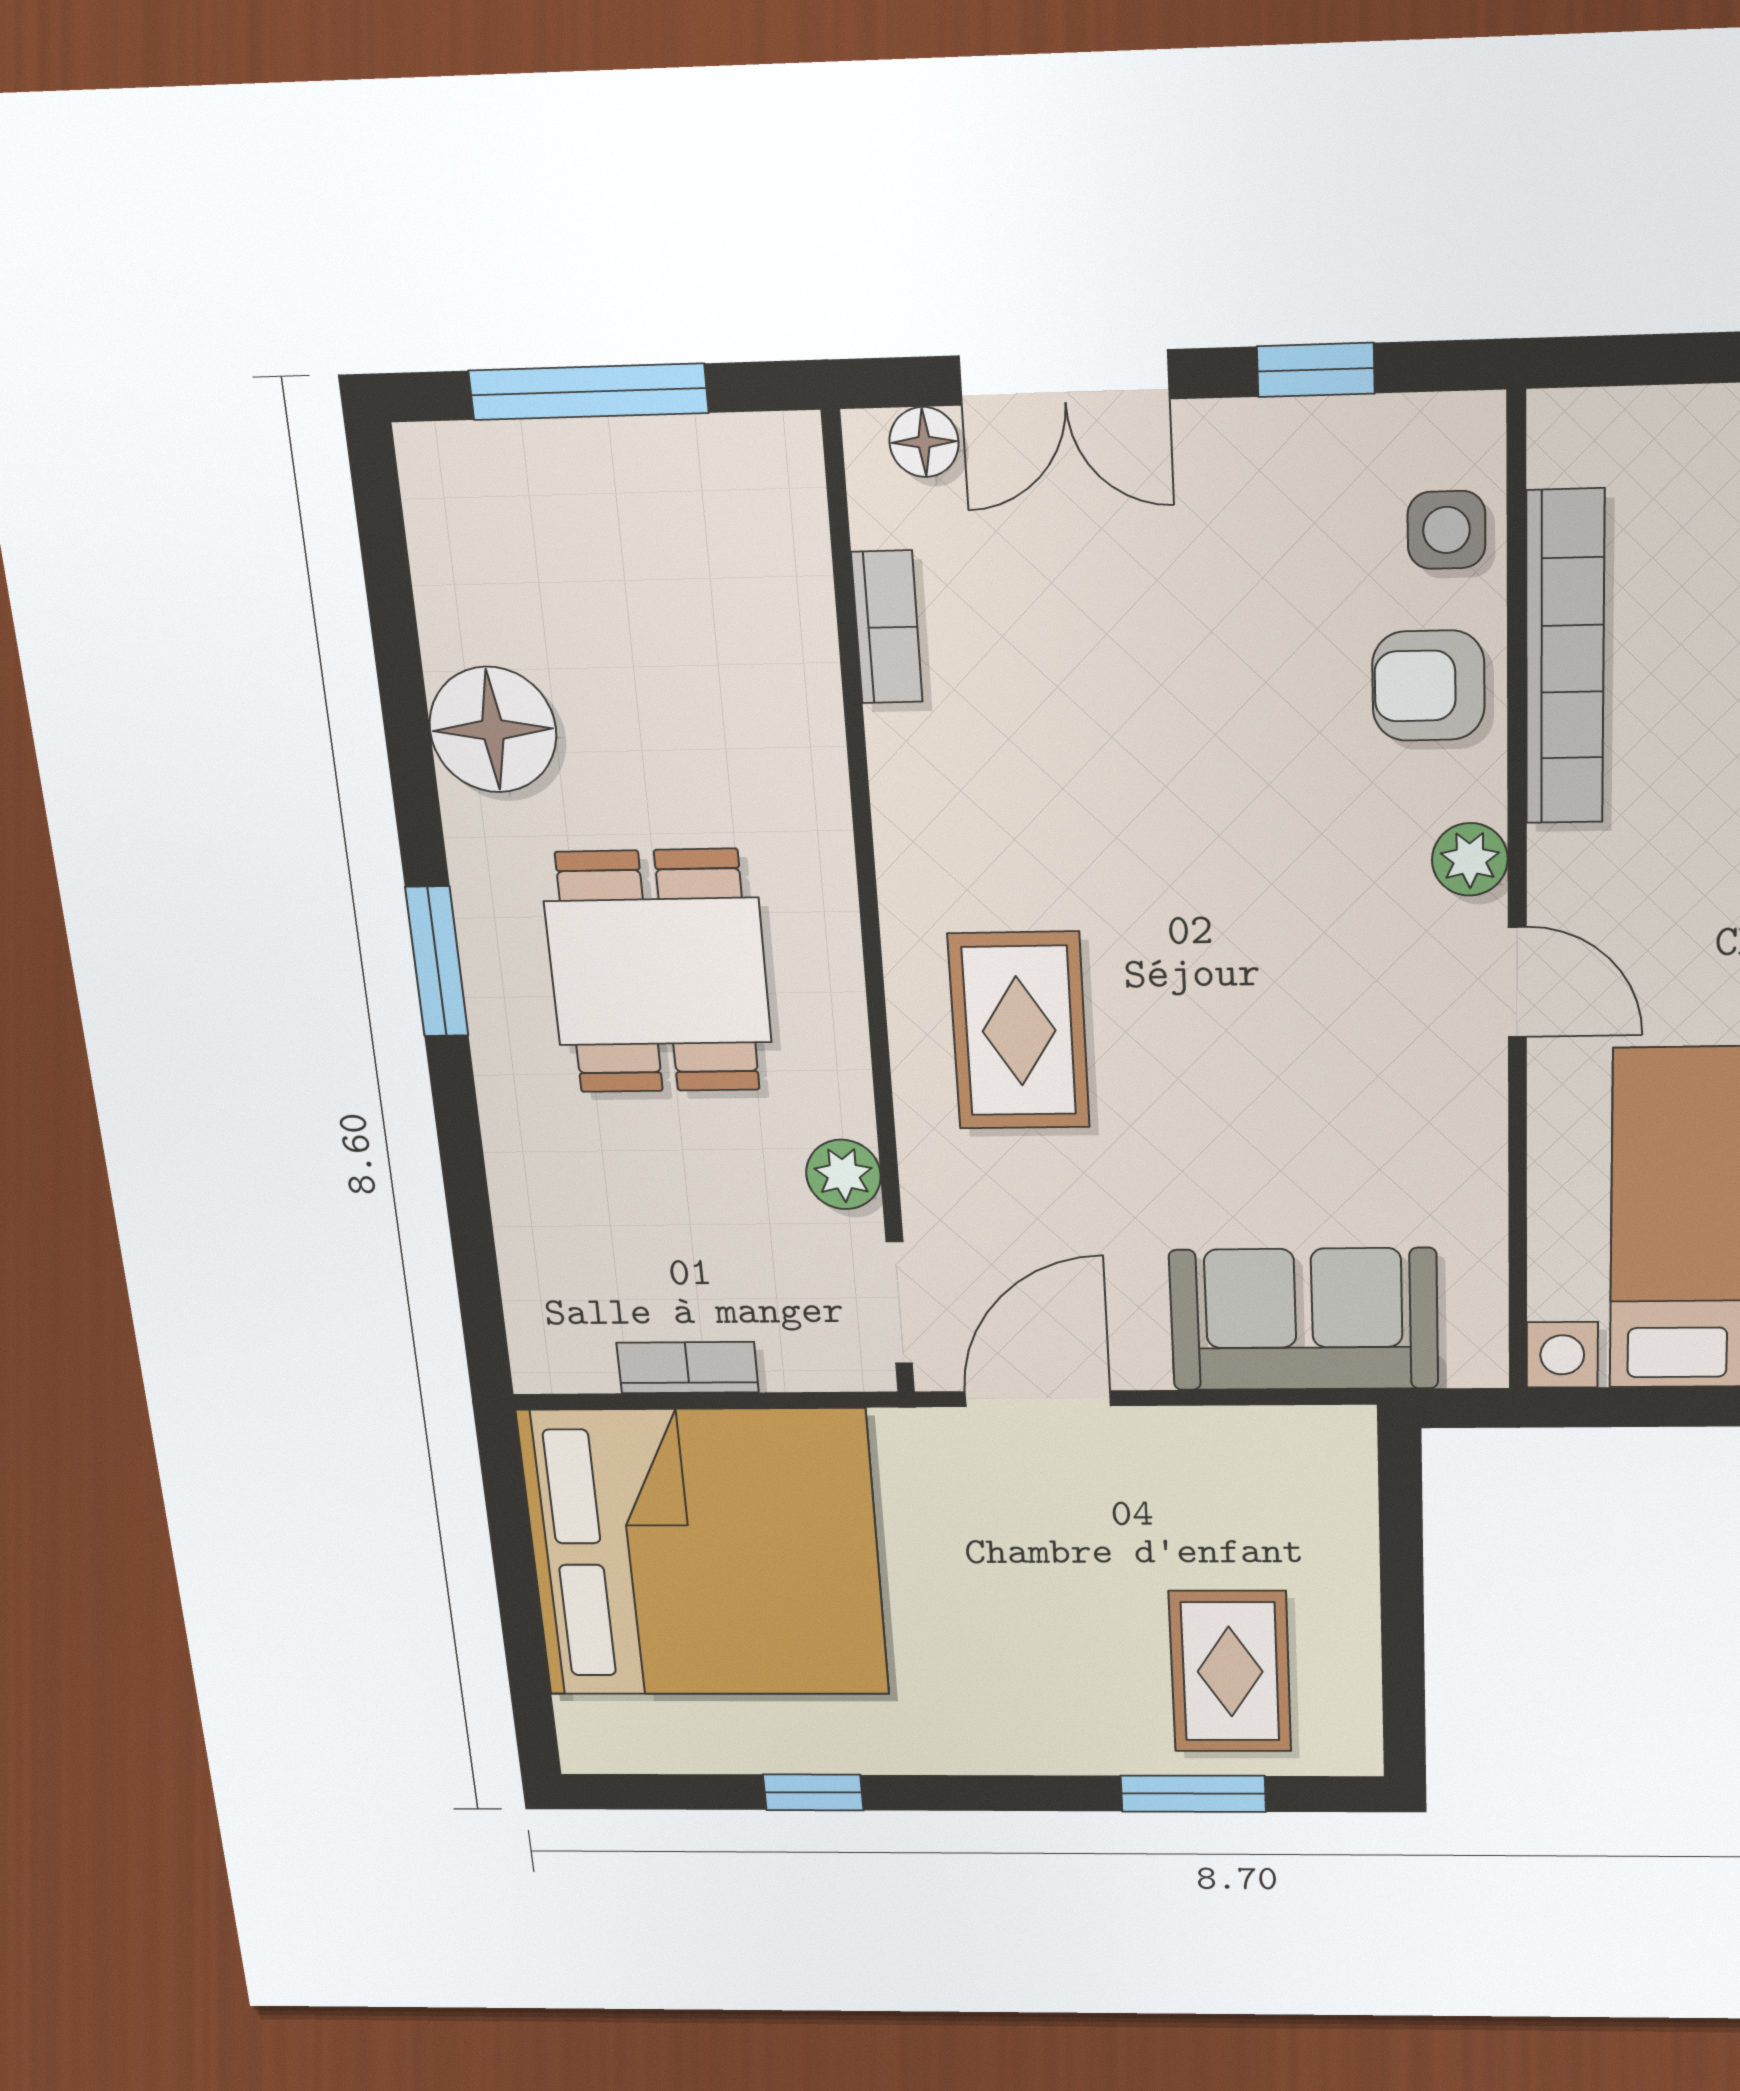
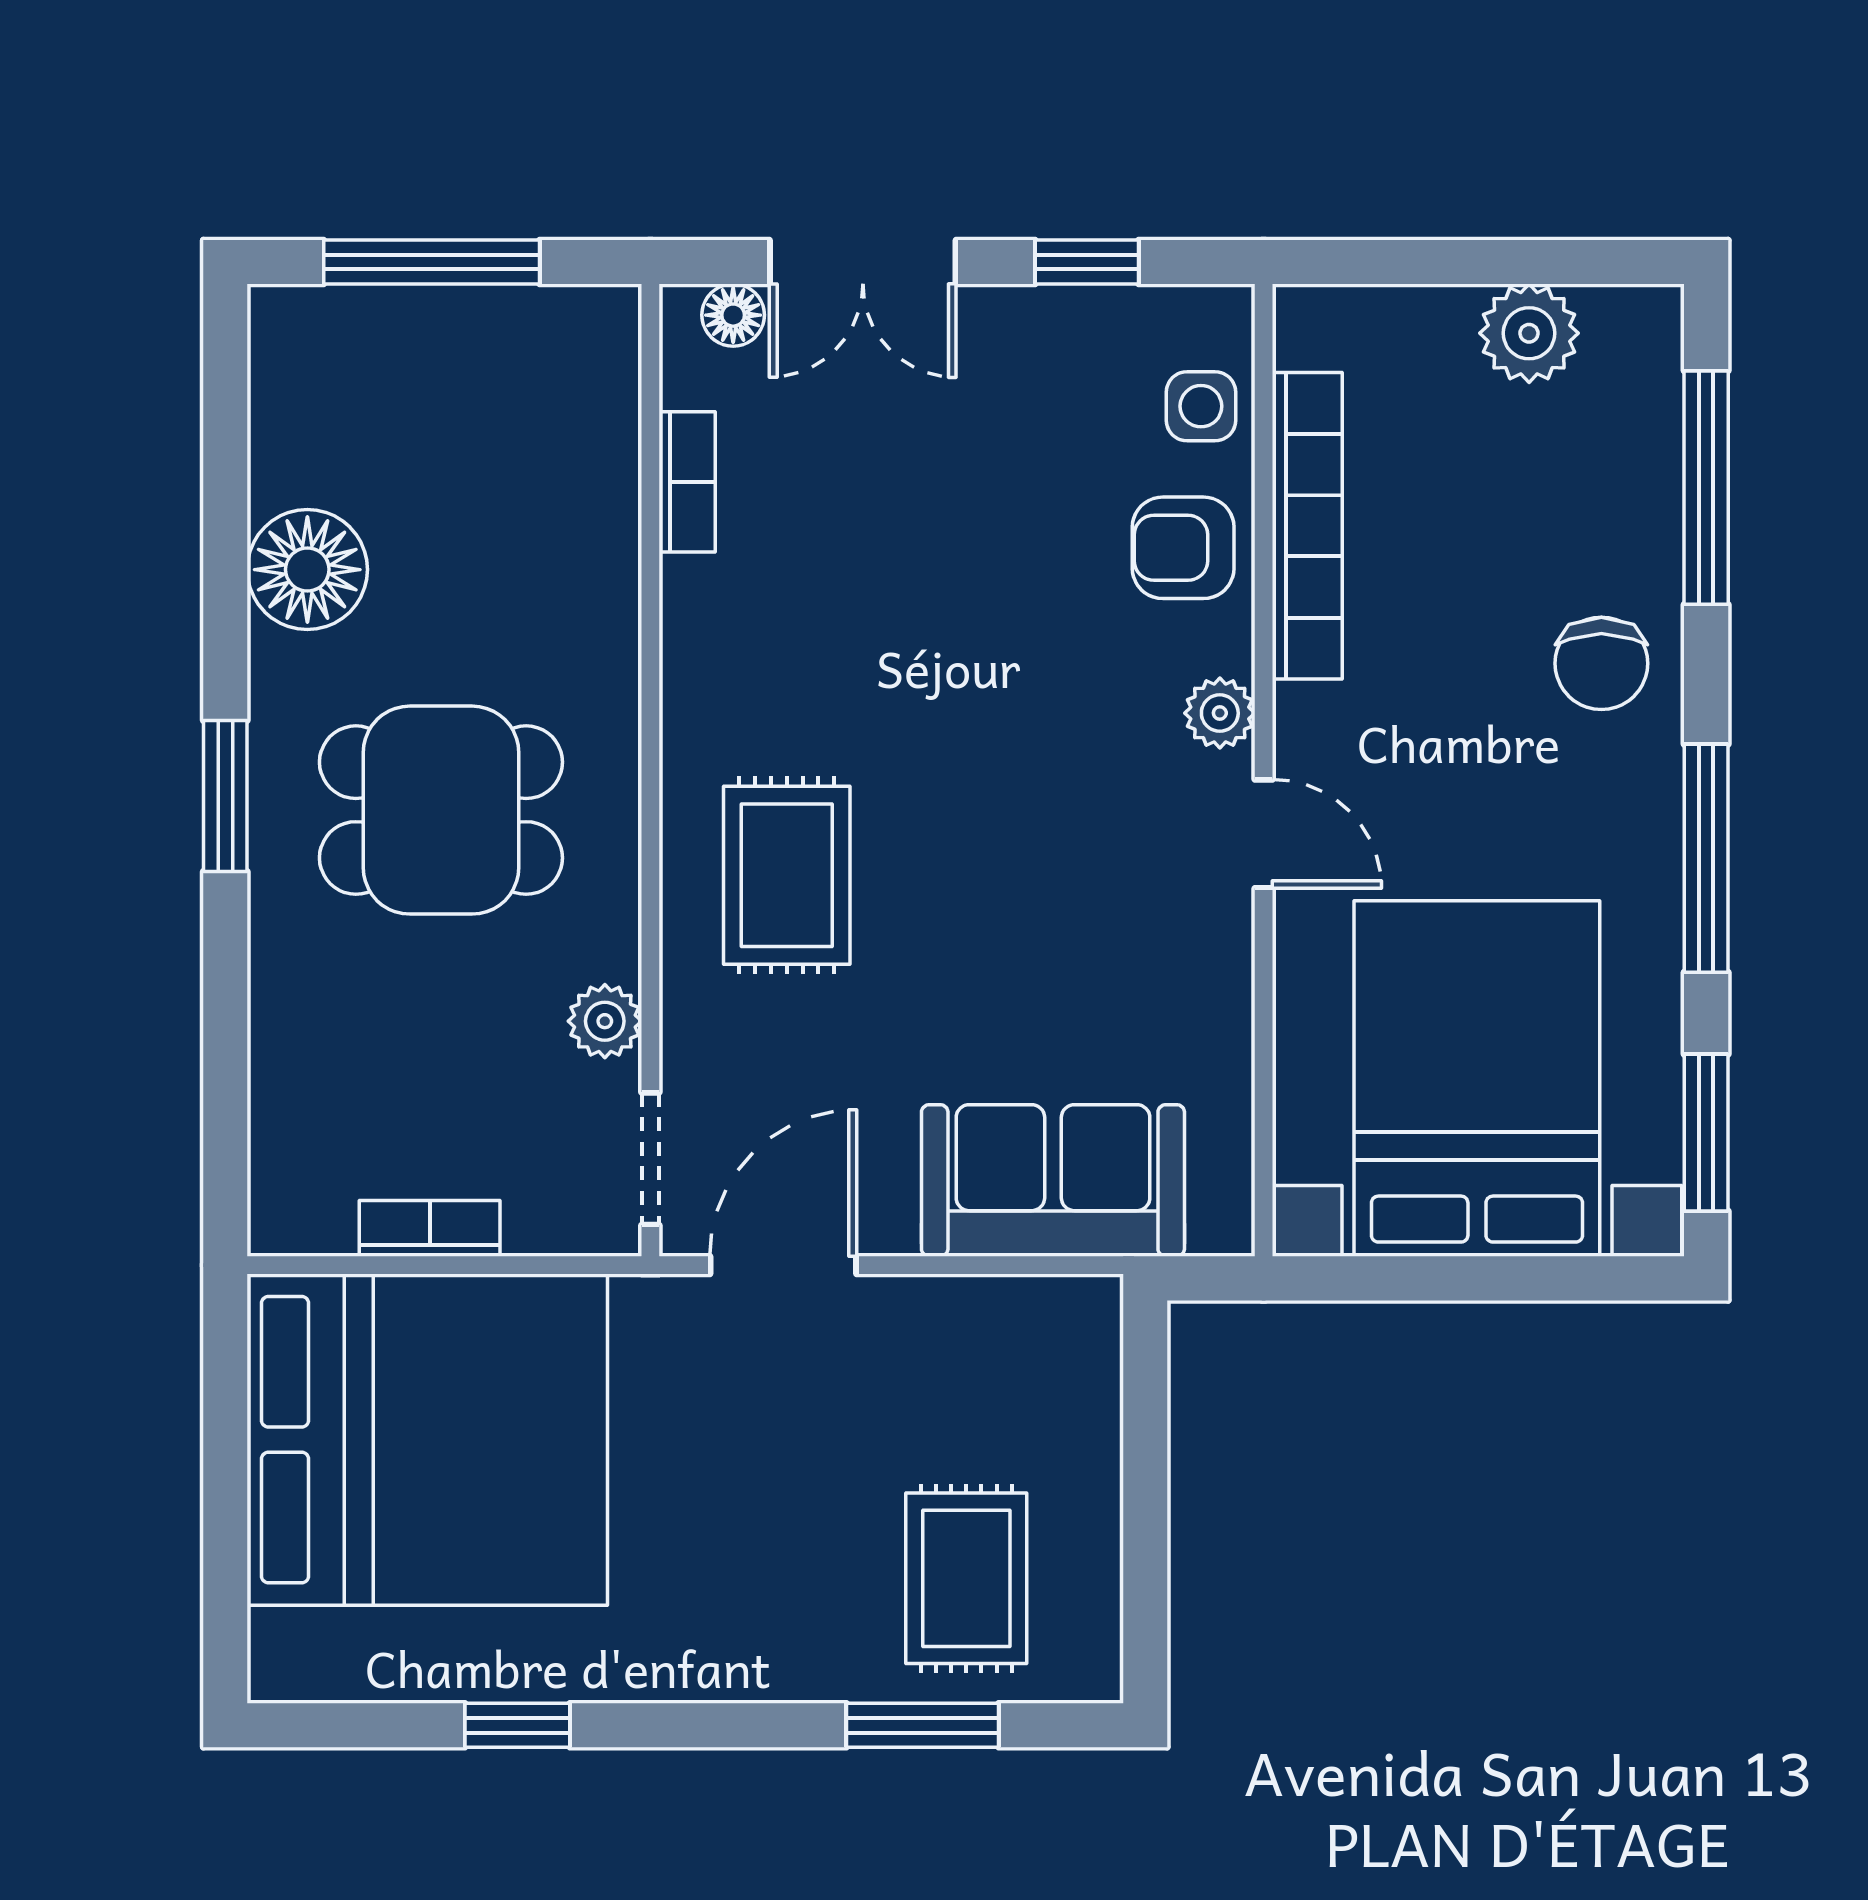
dining table: (658, 972) -> (441, 810), turned 90

